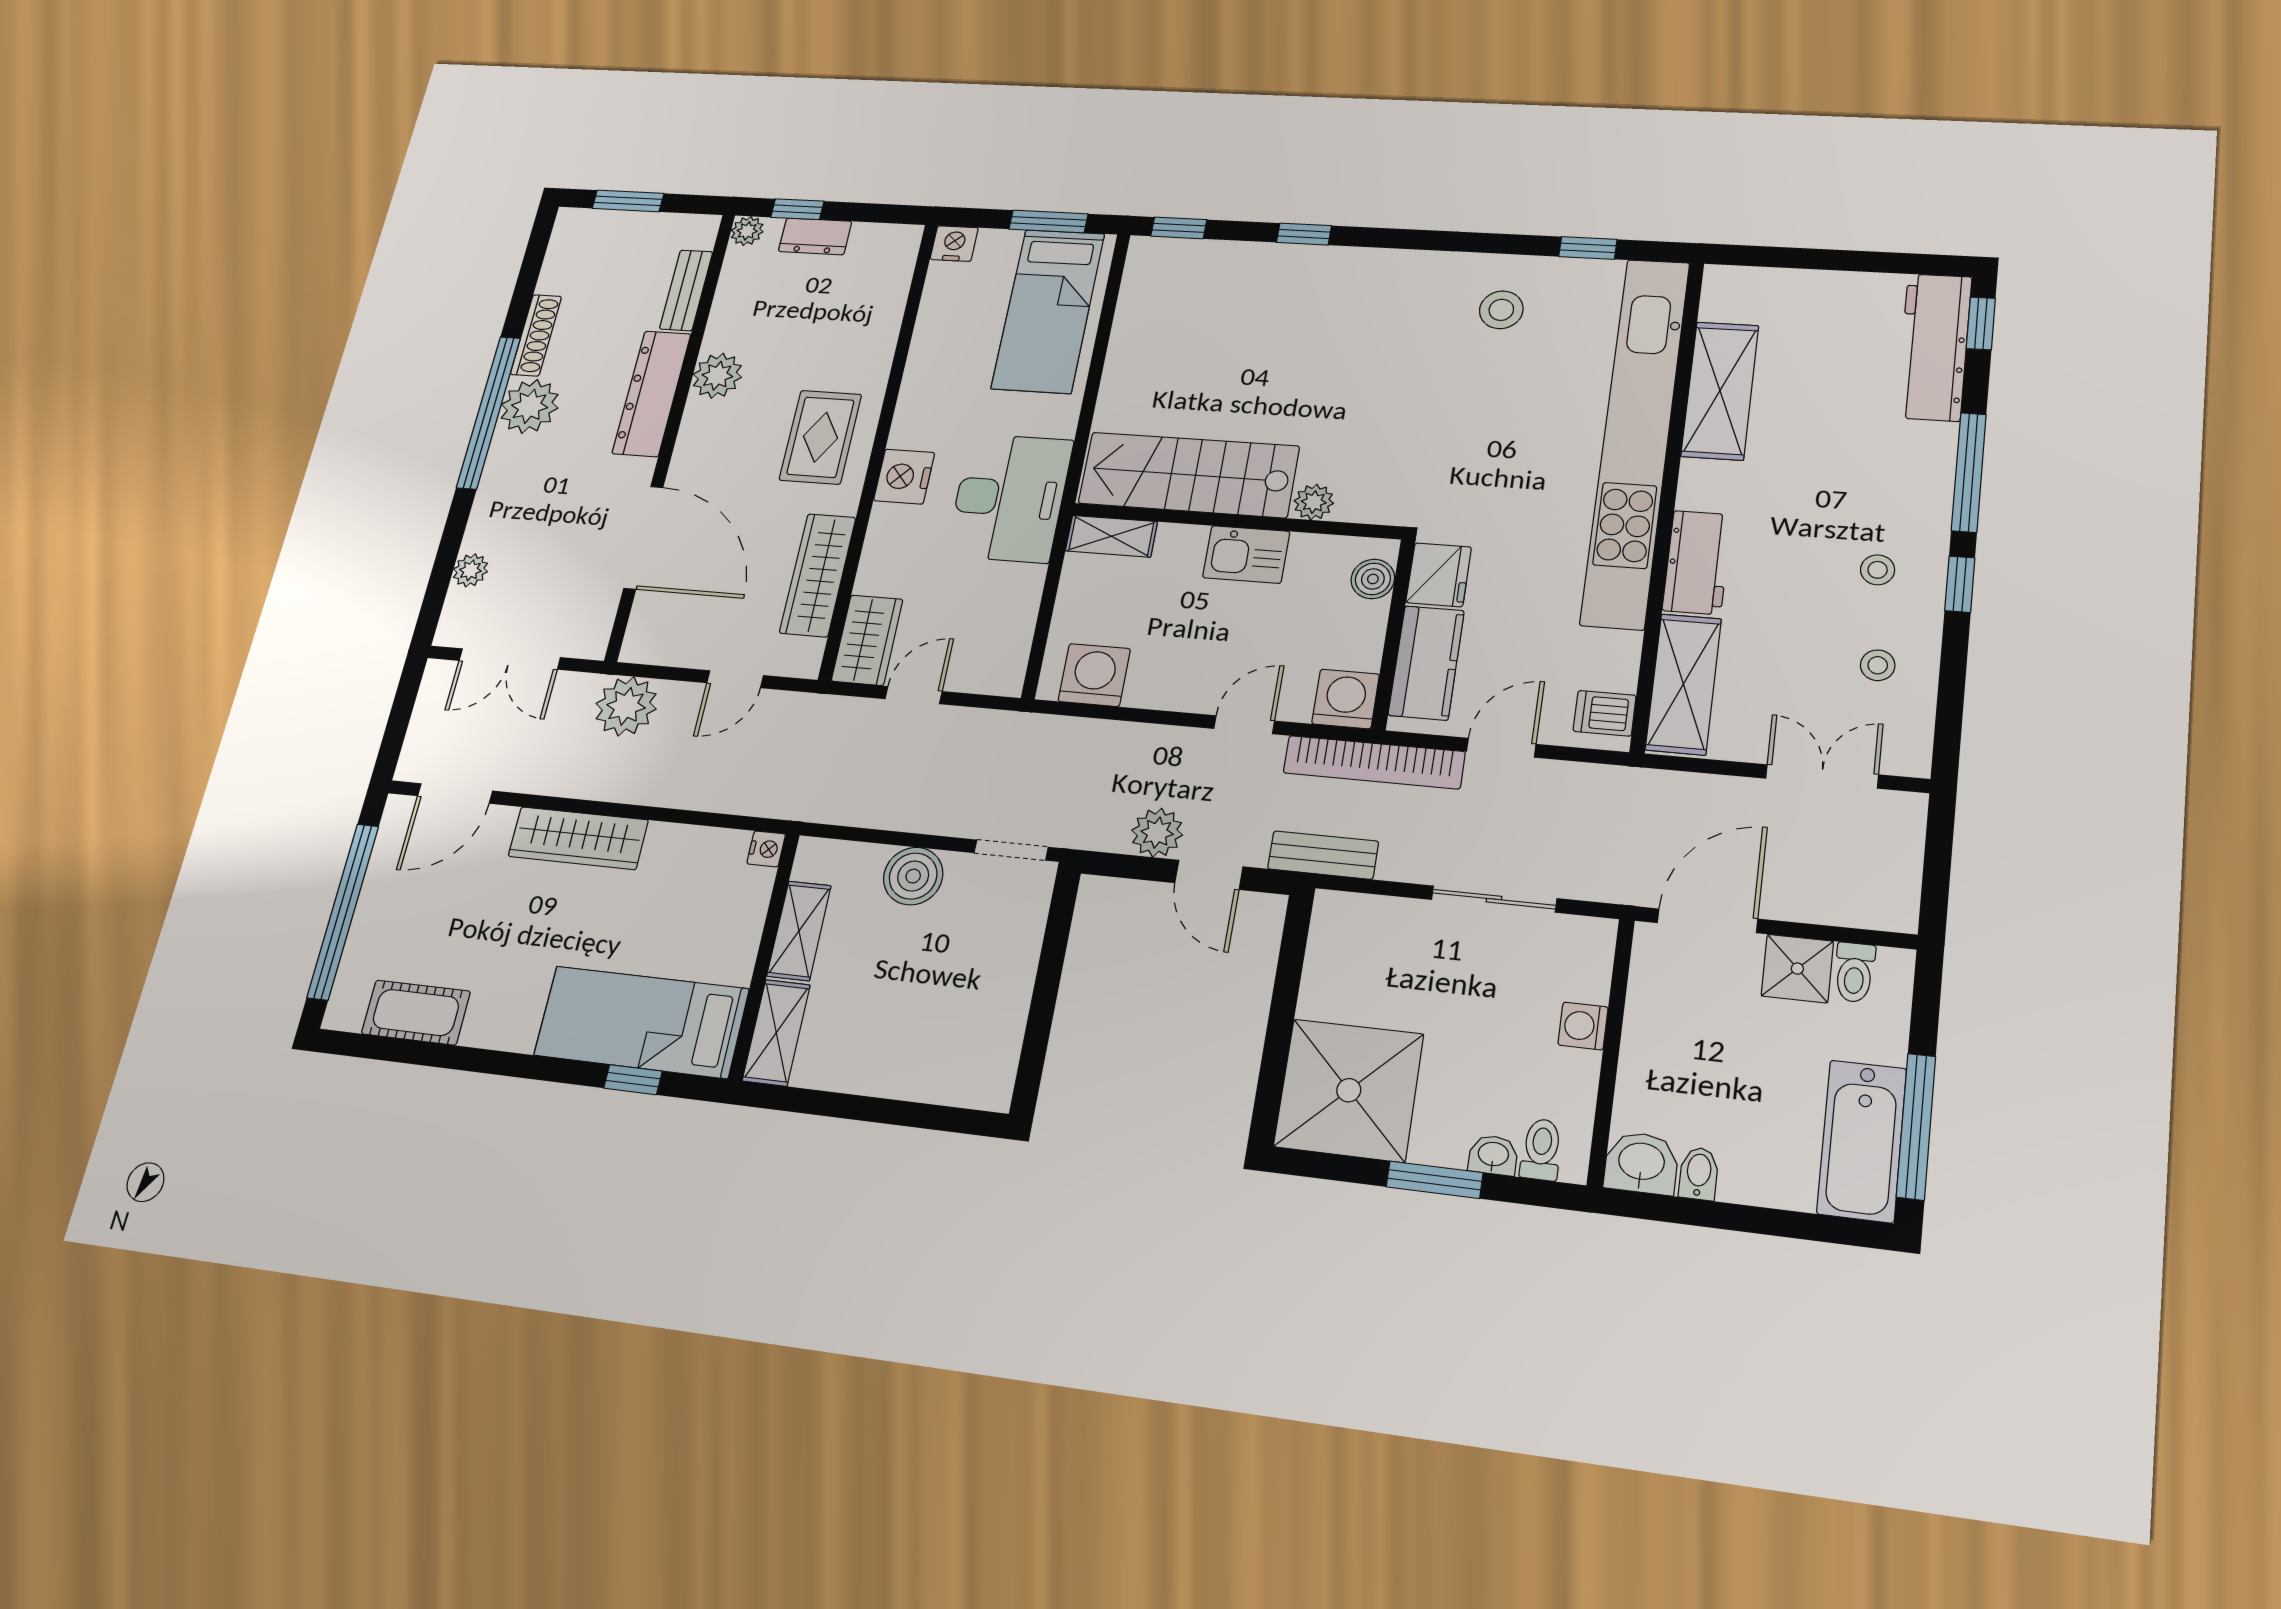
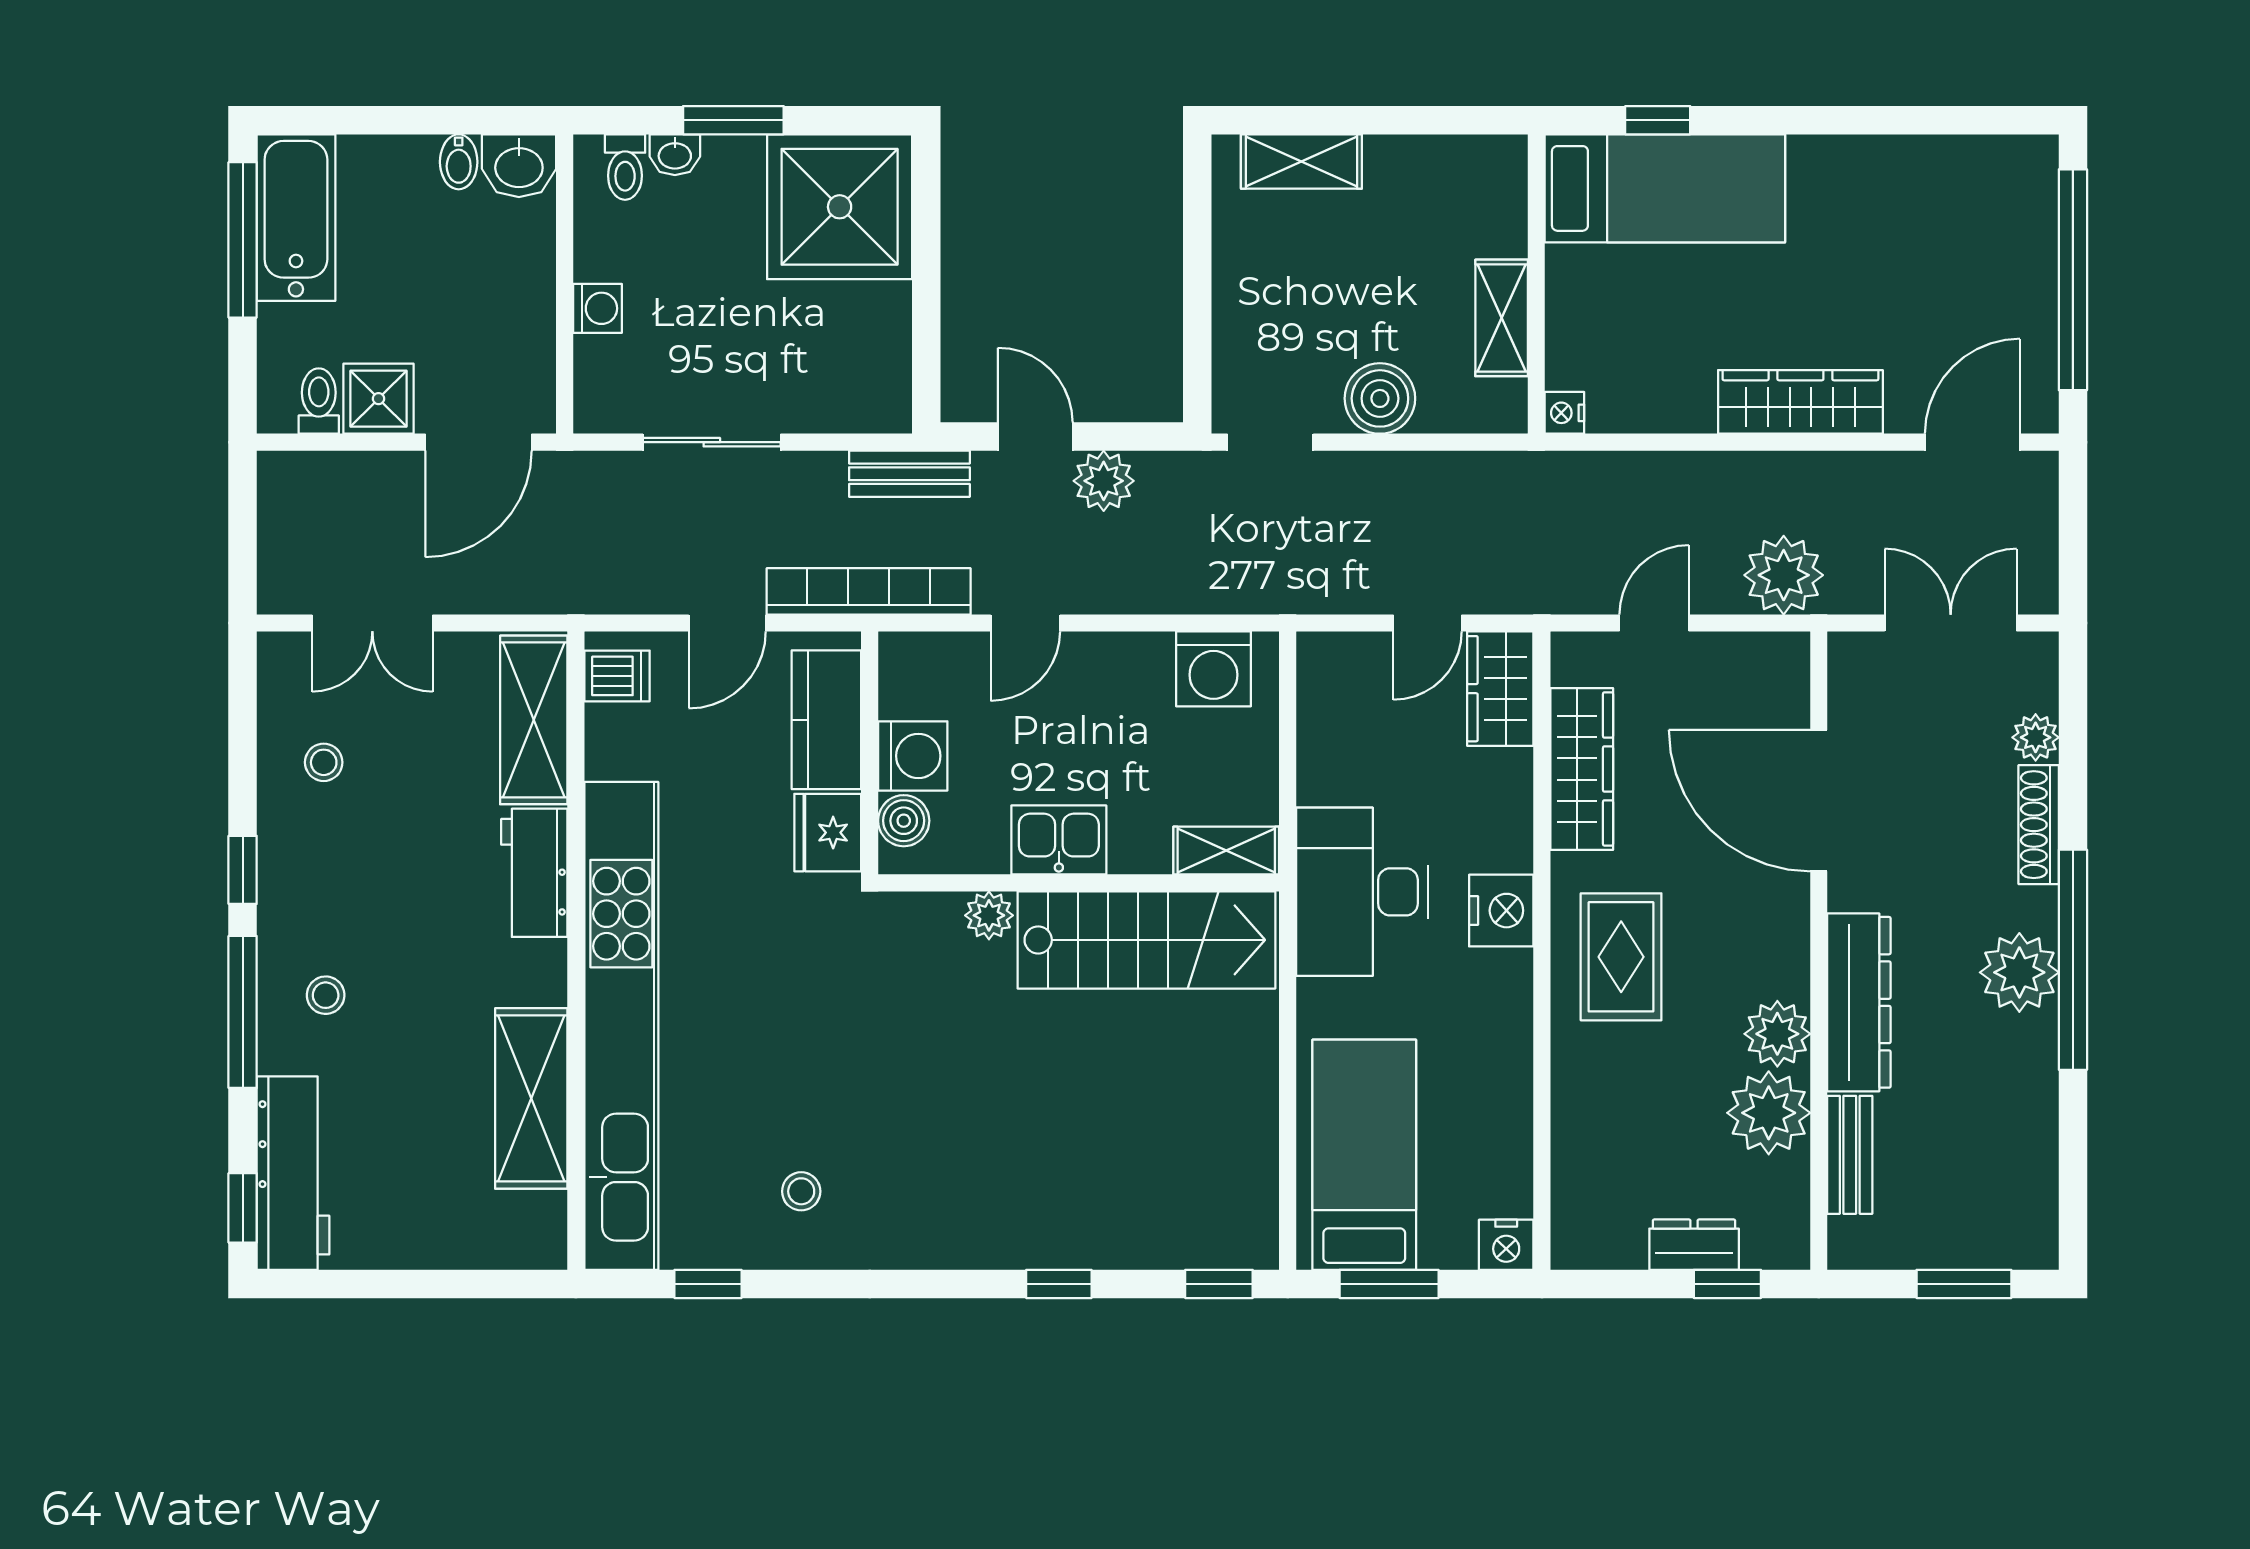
plant: (747, 231) -> (1769, 1113), moved, width x1.88, depth x1.88
stool: (1501, 310) -> (801, 1191), width x0.73, depth x0.73
shoe rack: (536, 335) -> (2039, 825), moved
stool: (1878, 570) -> (326, 995), moved
washing machine: (1346, 699) -> (913, 756), moved, turned -90
cot: (416, 1012) -> (1944, 168), removed
shelving: (776, 1033) -> (1301, 162), moved, turned 90

